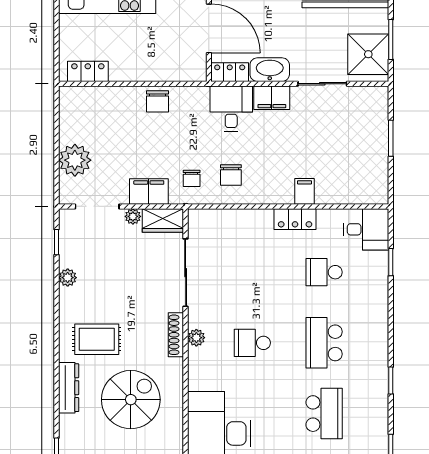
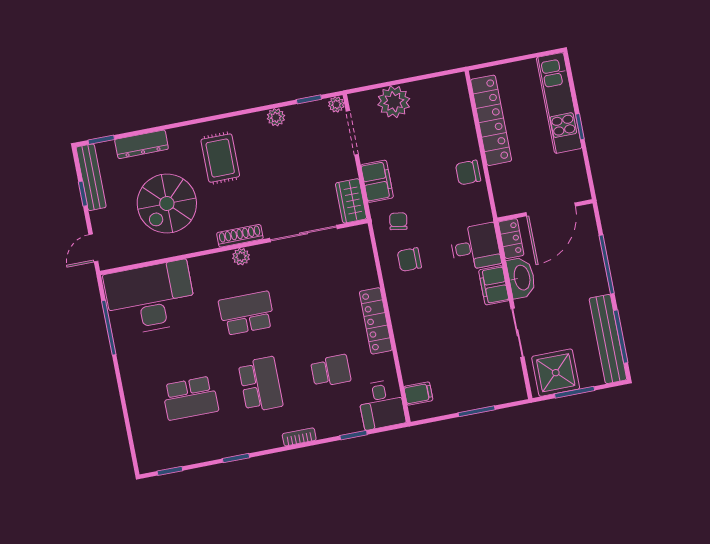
locker: (88, 71) -> (491, 120), width x2.16, depth x1.21
chair: (192, 178) -> (398, 221), turned 99
filing cabinet: (304, 191) -> (418, 394), moved
plant: (133, 216) -> (336, 104), moved
locker: (295, 219) -> (376, 321), width x1.53
school desk: (324, 272) -> (331, 371), turned 90
bookcase: (382, 315) -> (299, 437), added
school desk: (252, 343) -> (247, 313), width x1.85
school desk: (324, 343) -> (261, 384), turned 90
dresser: (69, 388) -> (142, 144), moved
spiral stairs: (131, 400) -> (167, 203), turned 90

